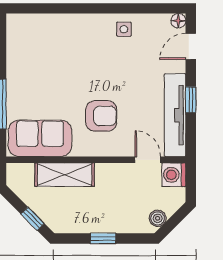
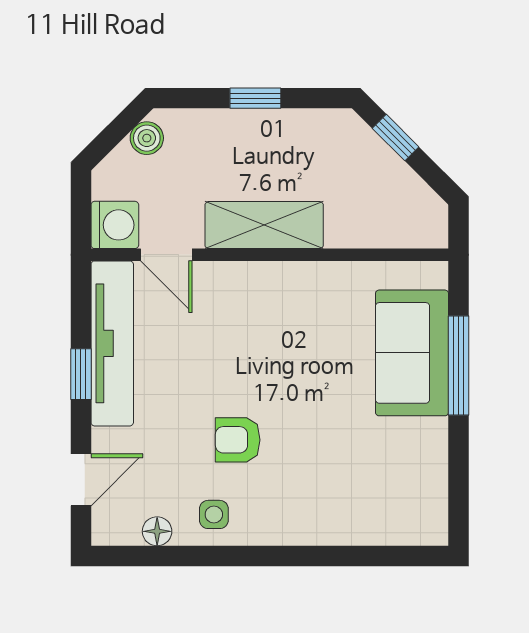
floor lamp: (178, 21) -> (157, 531), moved
armchair: (101, 116) -> (238, 440), moved, width x0.72, depth x0.72
sofa: (40, 138) -> (412, 353), moved, turned 90
shelving: (65, 175) -> (264, 225), moved

